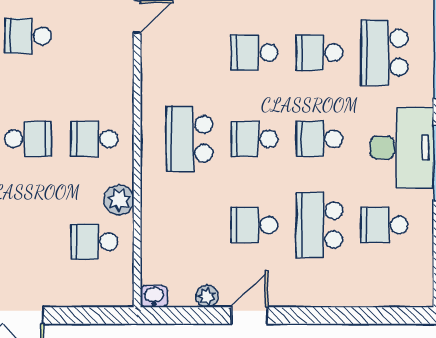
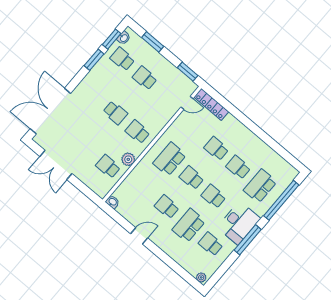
plant: (207, 296) -> (201, 277), moved

